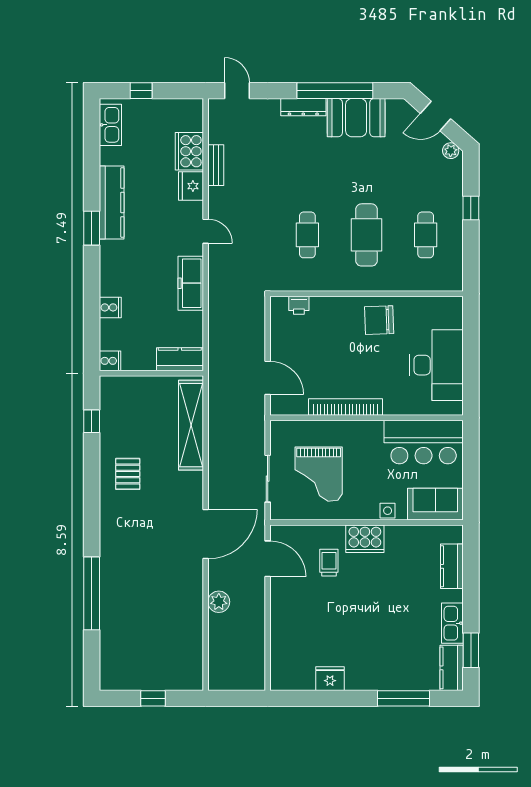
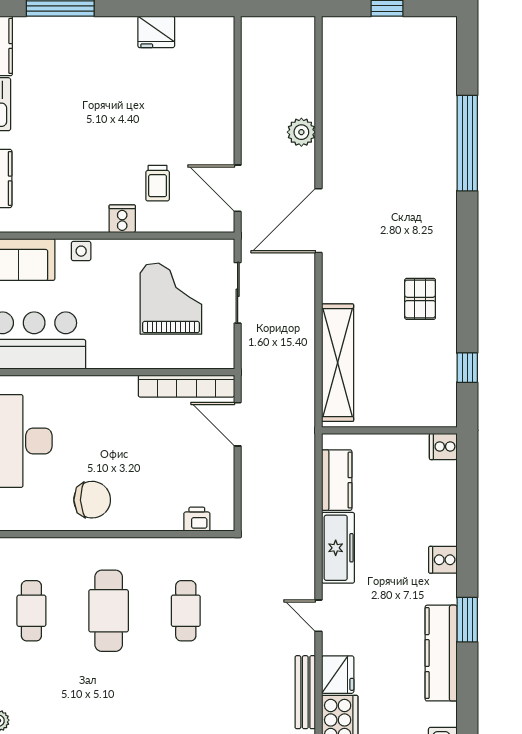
bench: (216, 165) -> (305, 692), width x1.36
cooker: (110, 307) -> (443, 560), moved
kitchen counter: (180, 359) -> (337, 480), moved, turned -90
bookcase: (345, 407) -> (186, 386), moved
cooker: (365, 539) -> (122, 219), width x0.53, depth x0.76

